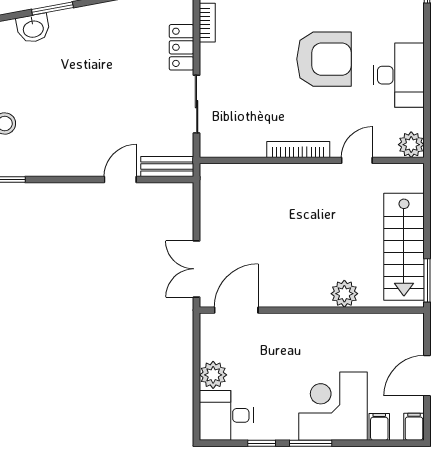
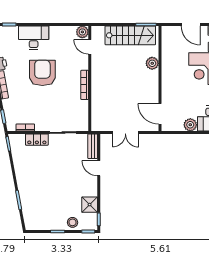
washbasin: (33, 28) -> (28, 209), removed
desk: (399, 75) -> (34, 38), moved
shower: (43, 160) -> (90, 205), added
door: (357, 160) -> (90, 47), moved
double door: (197, 269) -> (125, 133), moved

